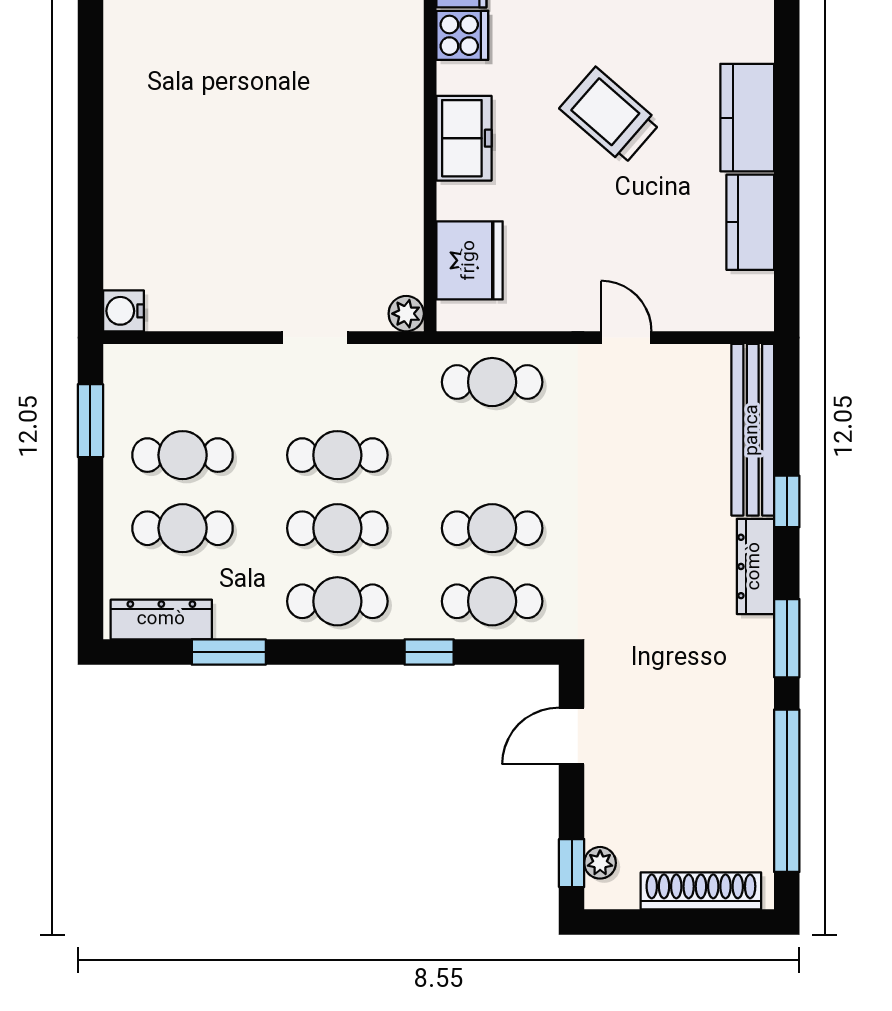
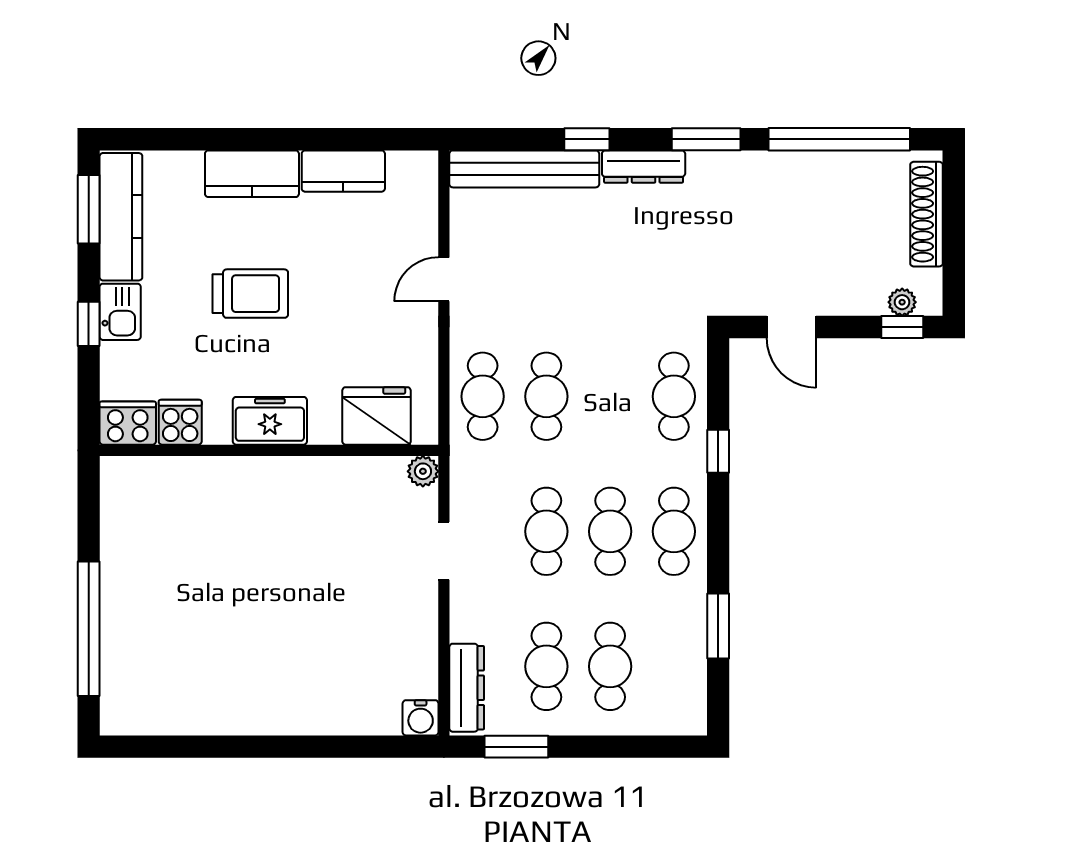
trolley: (610, 116) -> (250, 294), turned -131
cafe table: (492, 528) -> (546, 396), moved
dresser: (161, 620) -> (467, 688), moved, turned 180

